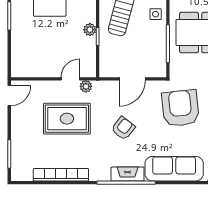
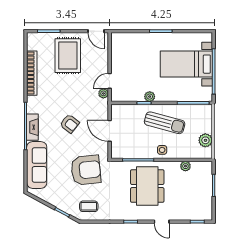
door: (70, 79) -> (110, 81), swing flipped
rug: (67, 119) -> (68, 56), moved

